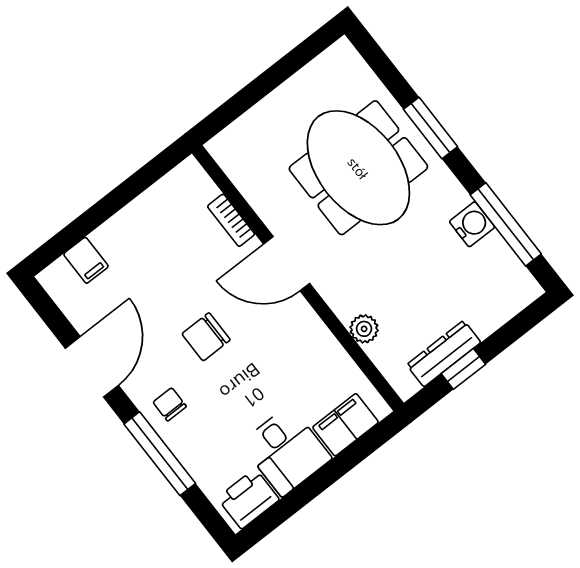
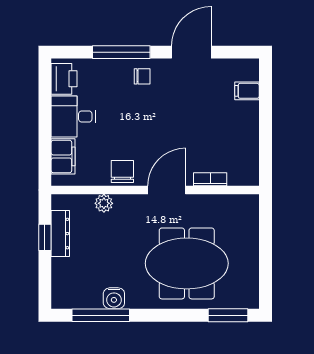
window: (431, 128) -> (228, 315), moved
chair: (206, 337) -> (122, 172), moved
door: (92, 367) -> (191, 52), swing flipped

